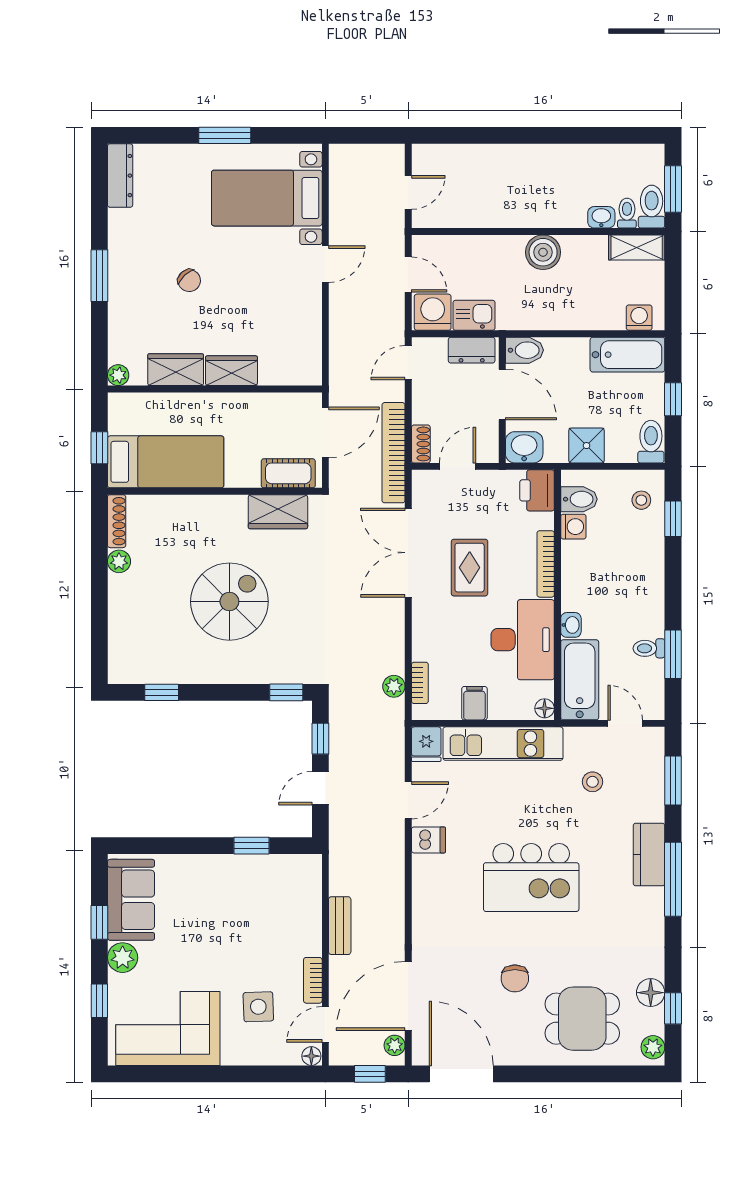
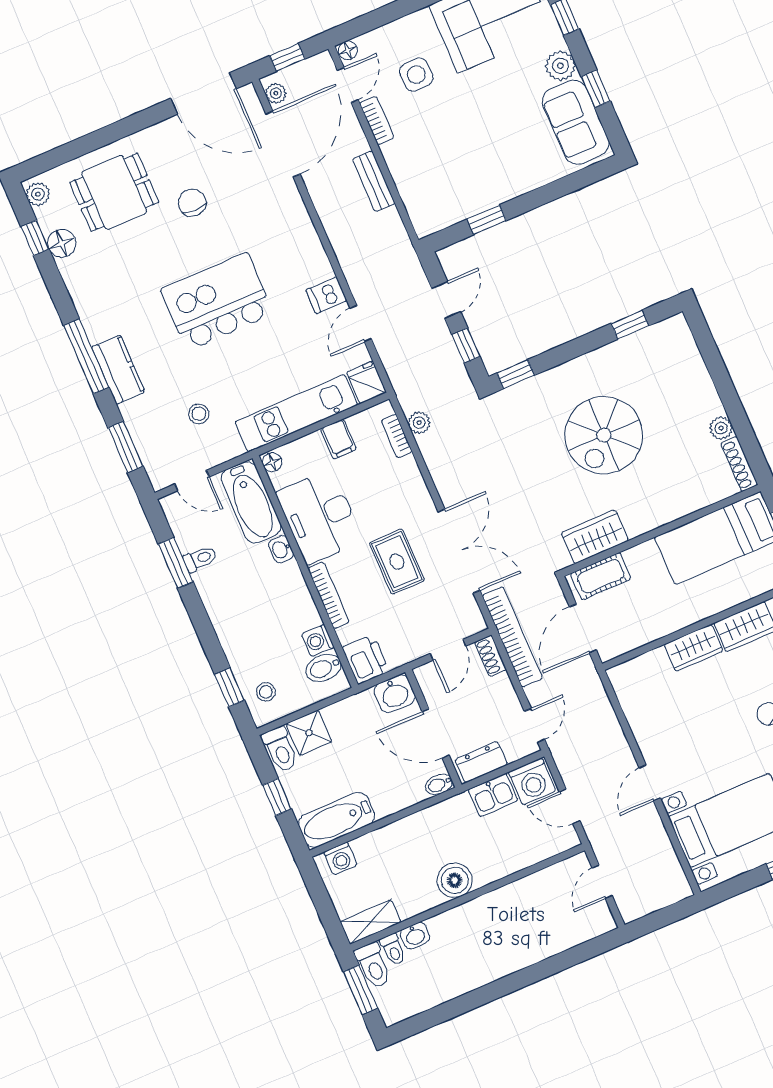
bidet: (524, 350) -> (439, 784), width x0.72, depth x0.74
shower: (586, 446) -> (309, 733), moved

